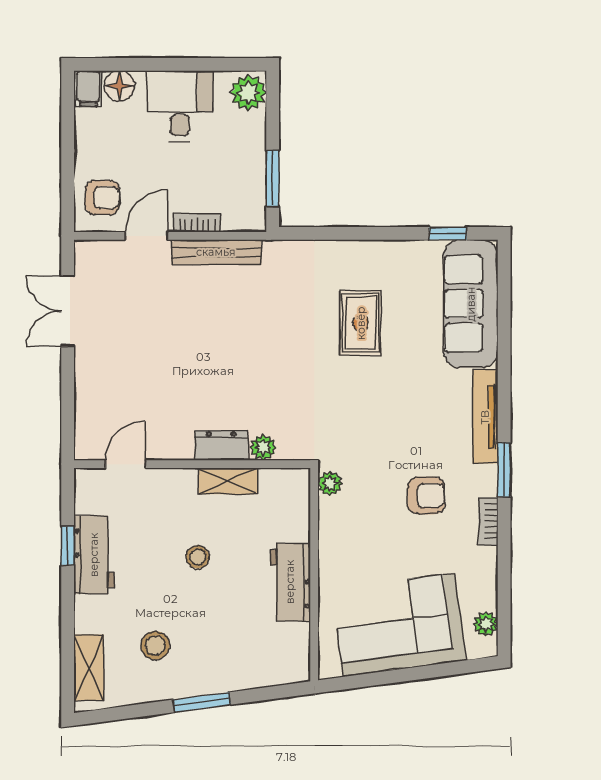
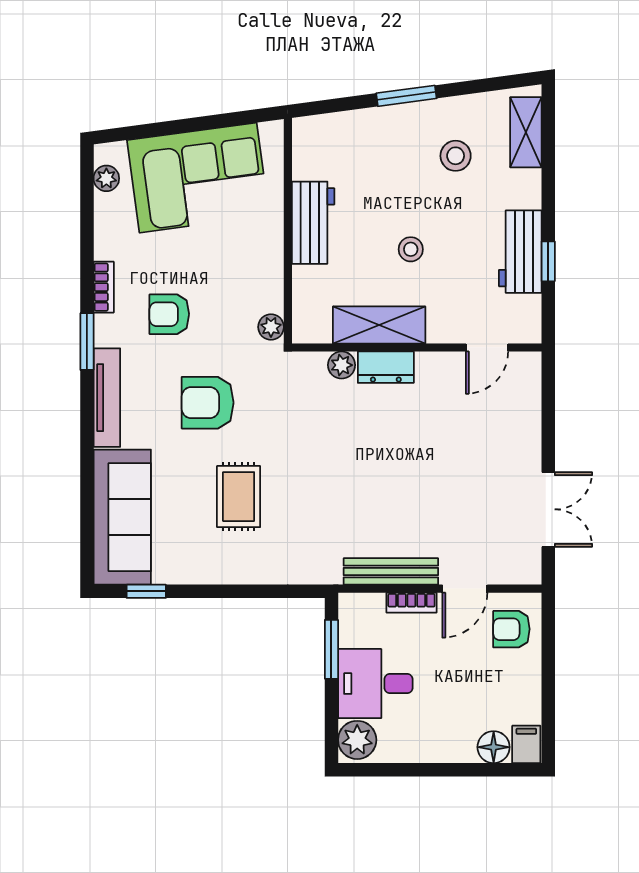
desk: (180, 106) -> (375, 684), moved, turned 90
armchair: (390, 412) -> (208, 403), added
shelving: (228, 481) -> (379, 325), width x1.50, depth x1.33

